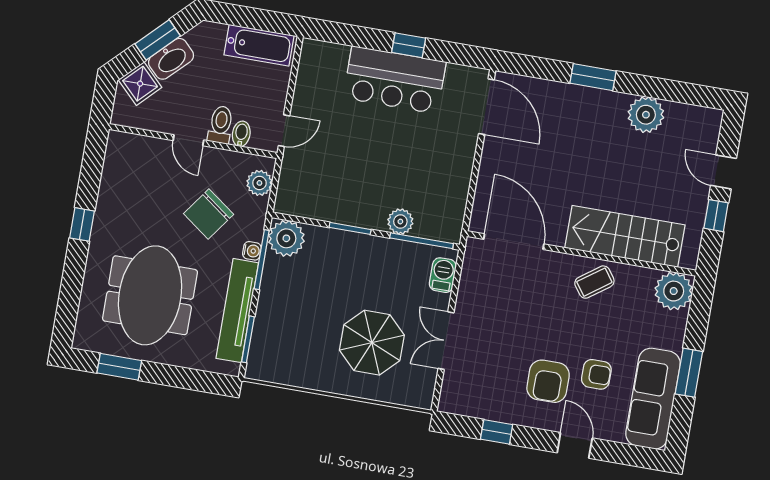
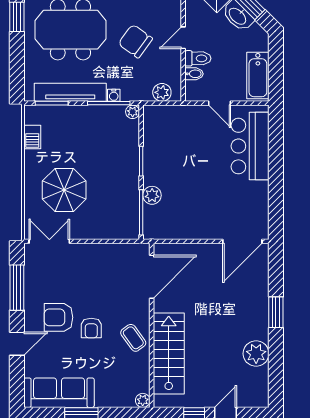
window: (409, 45) -> (276, 180), removed
bar counter: (395, 80) -> (250, 146), moved
door: (284, 131) -> (219, 103), moved
chair: (209, 214) -> (135, 41), moved
plant: (286, 238) -> (133, 112), width x0.53, depth x0.53
barbecue: (443, 275) -> (32, 137), moved, turned 90
plant: (674, 291) -> (143, 400), width x0.53, depth x0.53
double door: (446, 341) -> (49, 241), moved
armchair: (596, 374) -> (91, 328), moved
window: (497, 432) -> (17, 288), width x2.17

